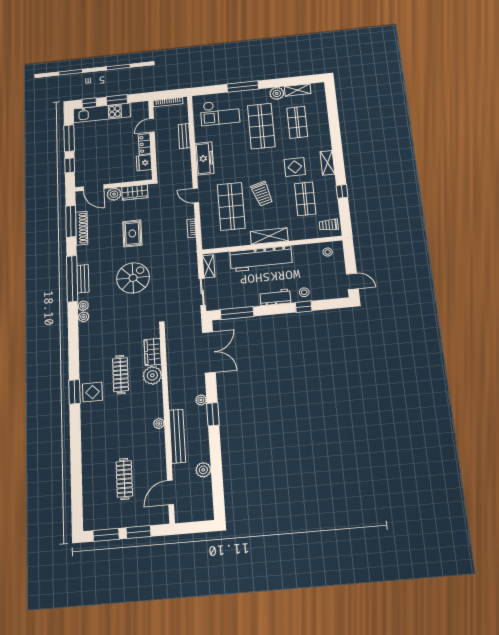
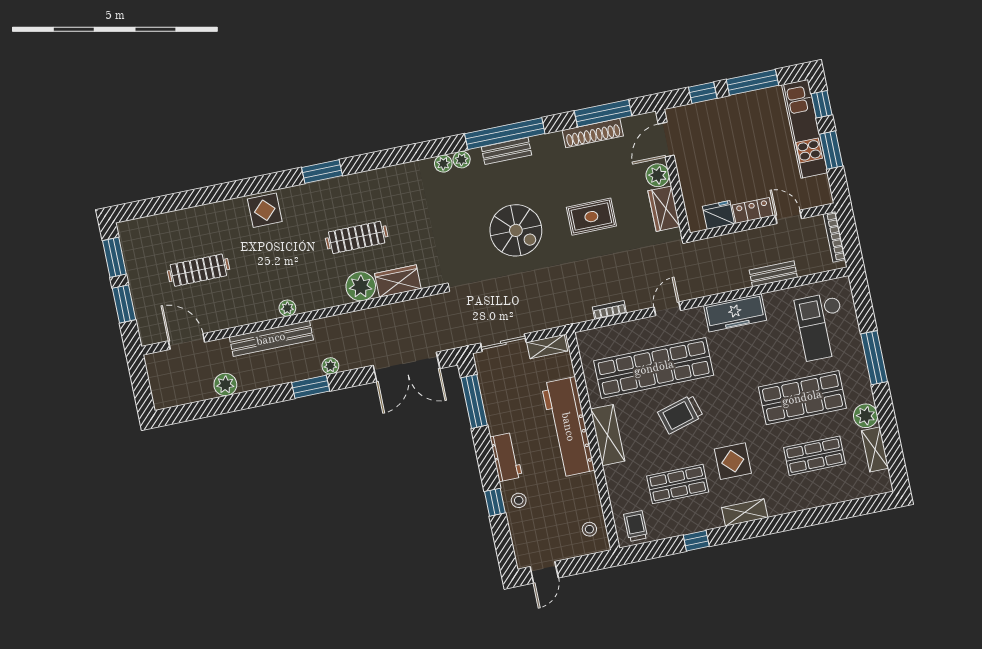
shop shelf: (231, 206) -> (654, 368), width x1.40
display table: (92, 392) -> (265, 210), moved

